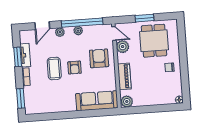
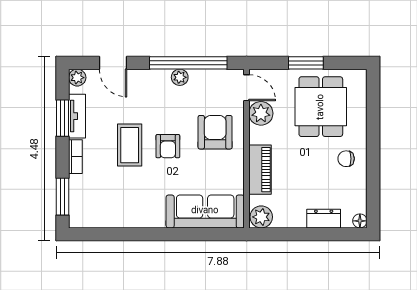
door: (42, 26) -> (113, 63), hinge flipped
plant: (60, 32) -> (77, 78), moved
dresser: (160, 100) -> (324, 219), added

